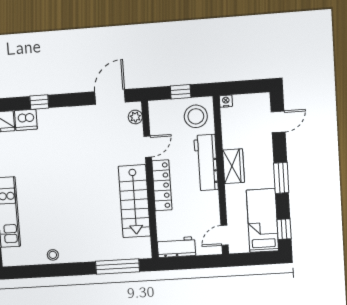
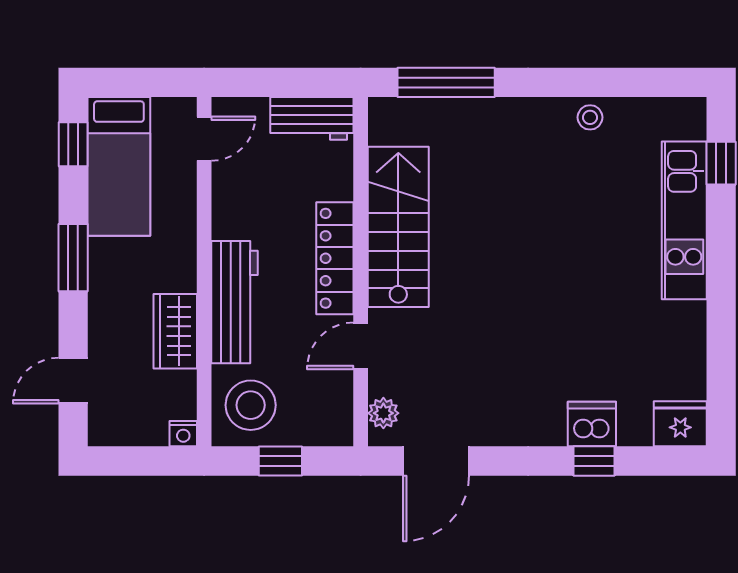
dishwasher: (26, 120) -> (592, 424), moved
wardrobe: (233, 166) -> (175, 331), moved

